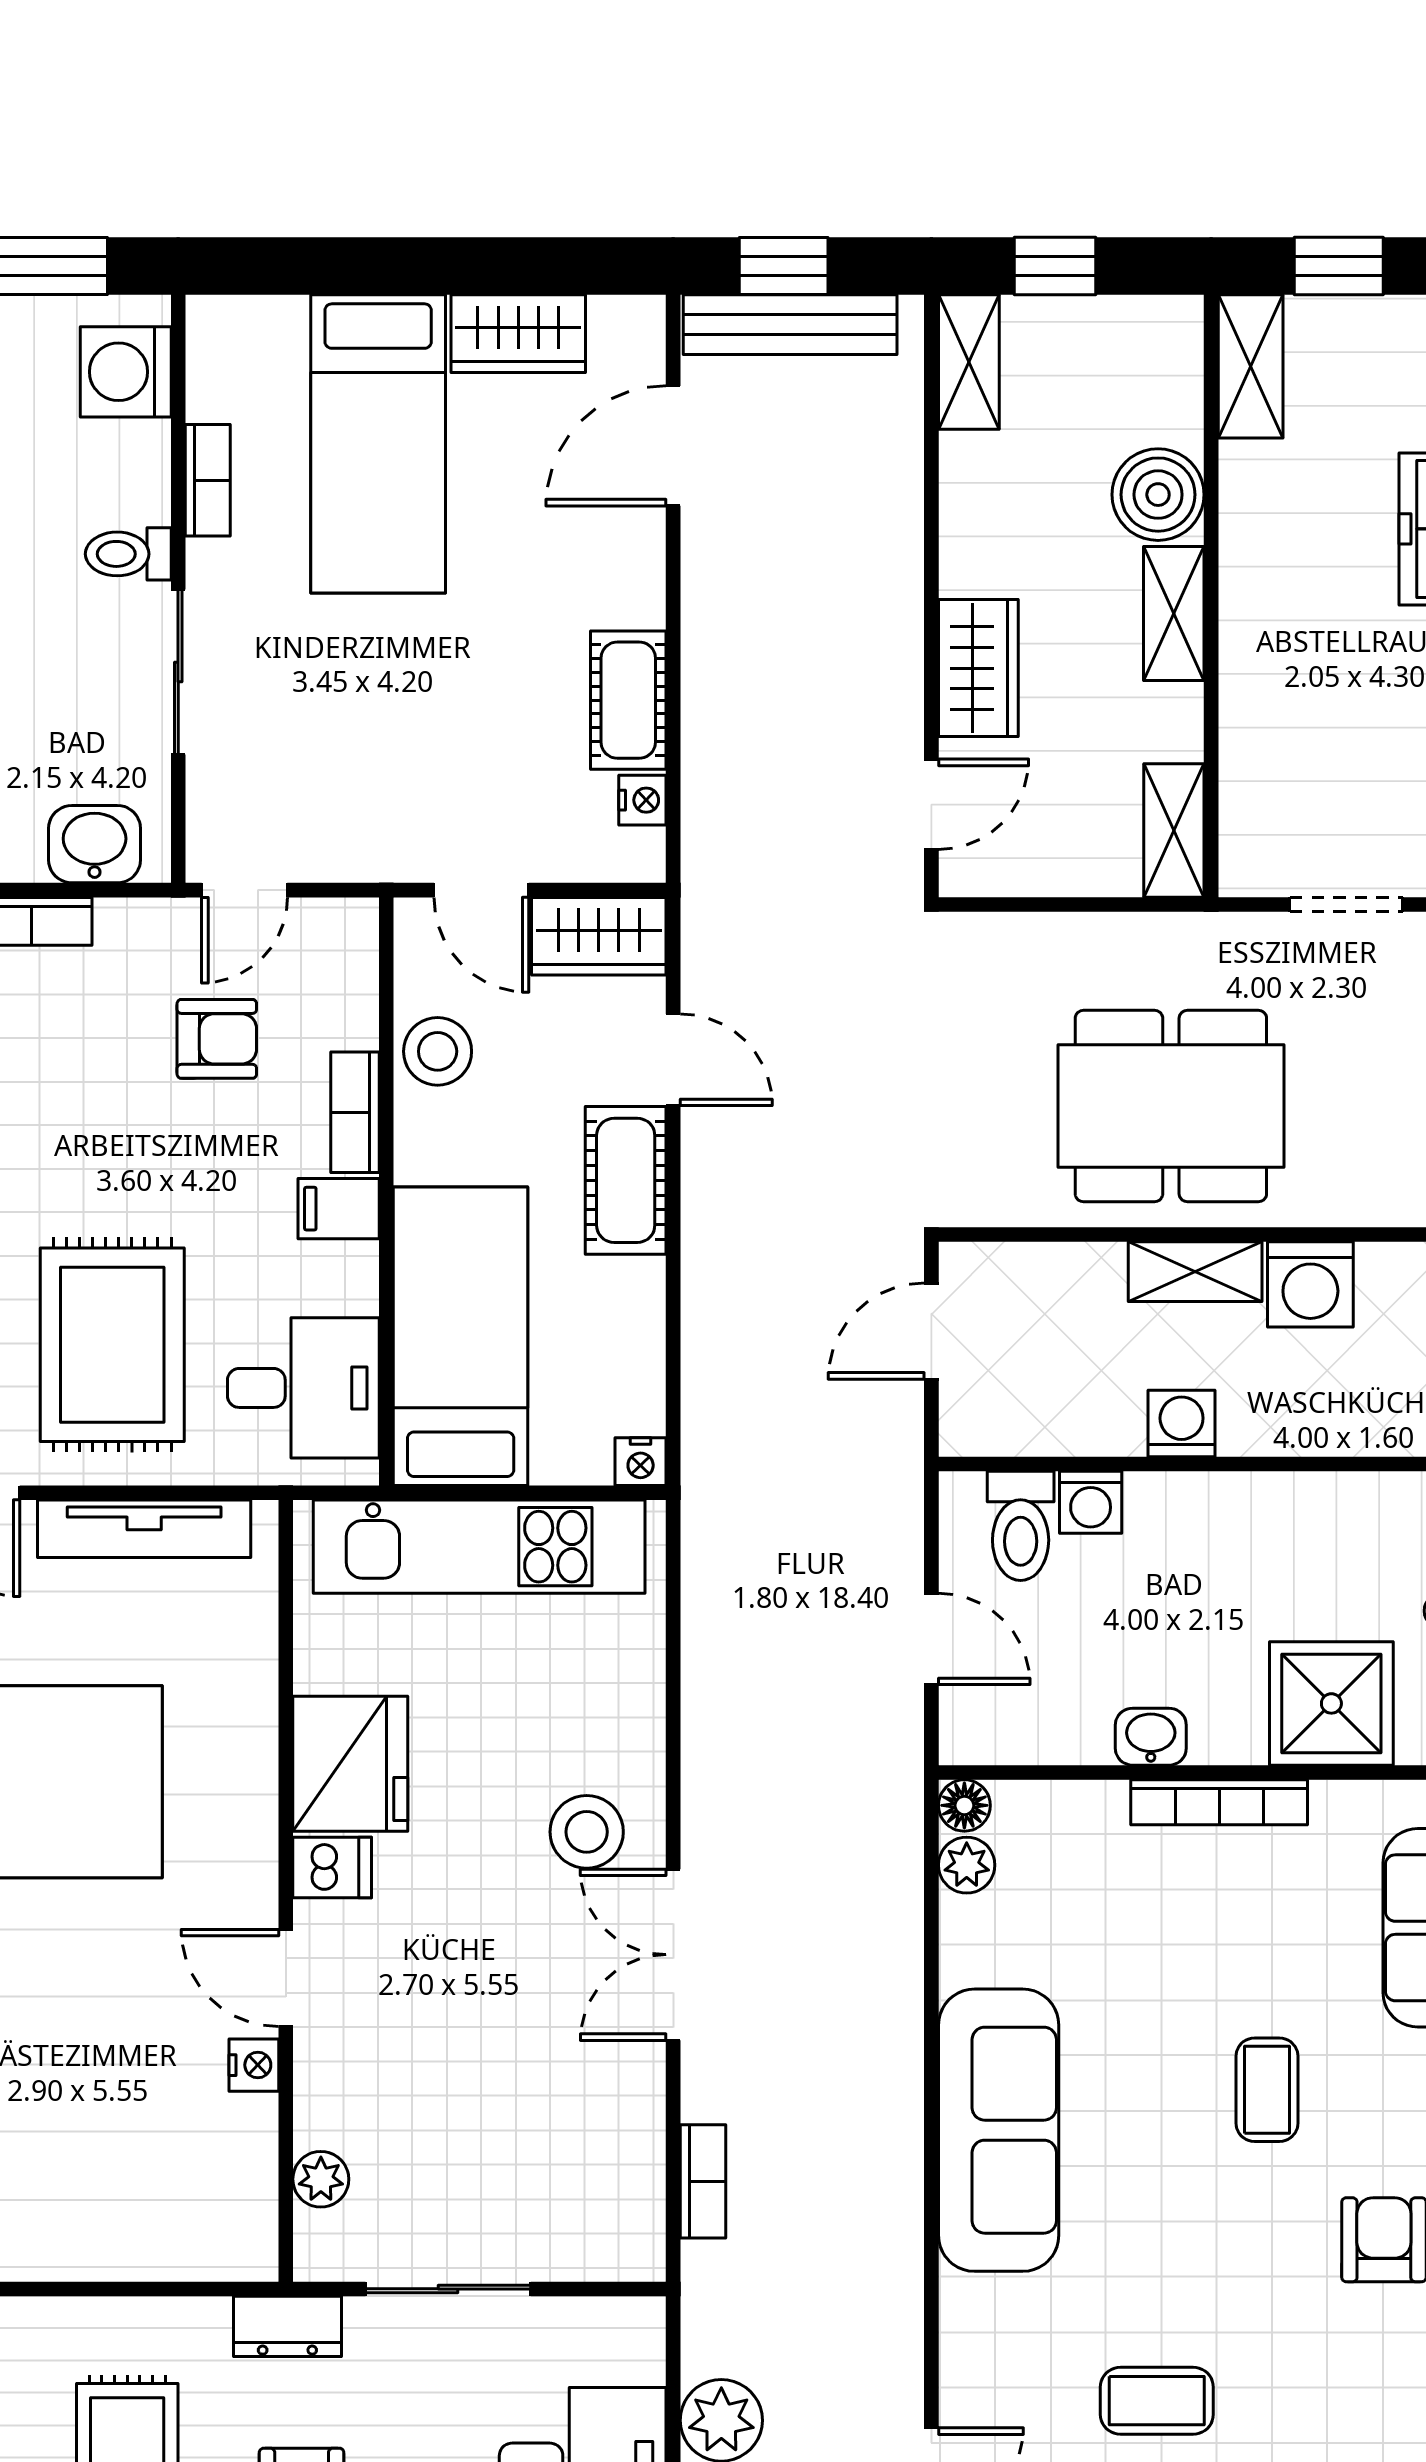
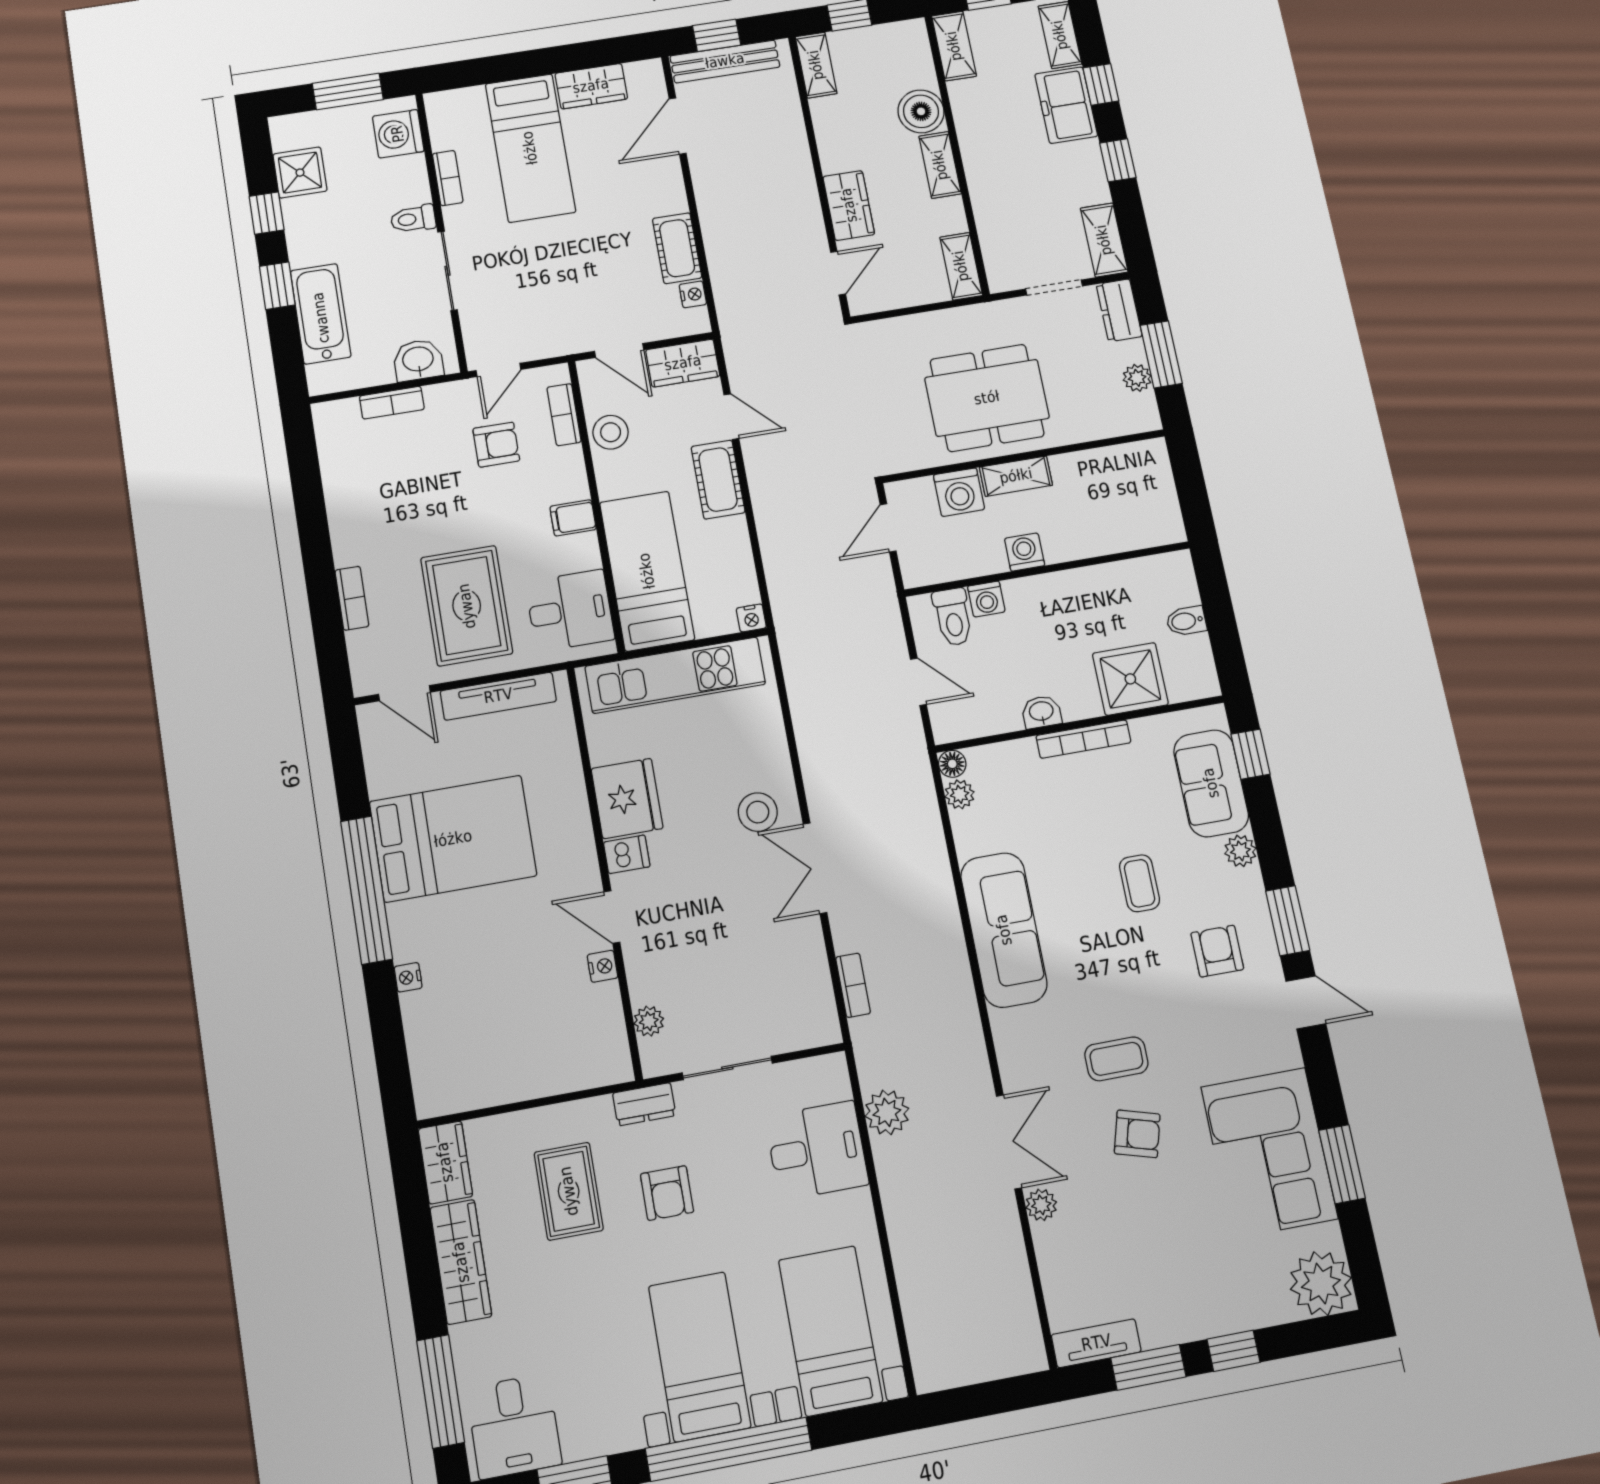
bookcase: (355, 1112) -> (564, 415), moved
washing machine: (1310, 1284) -> (959, 492), moved

